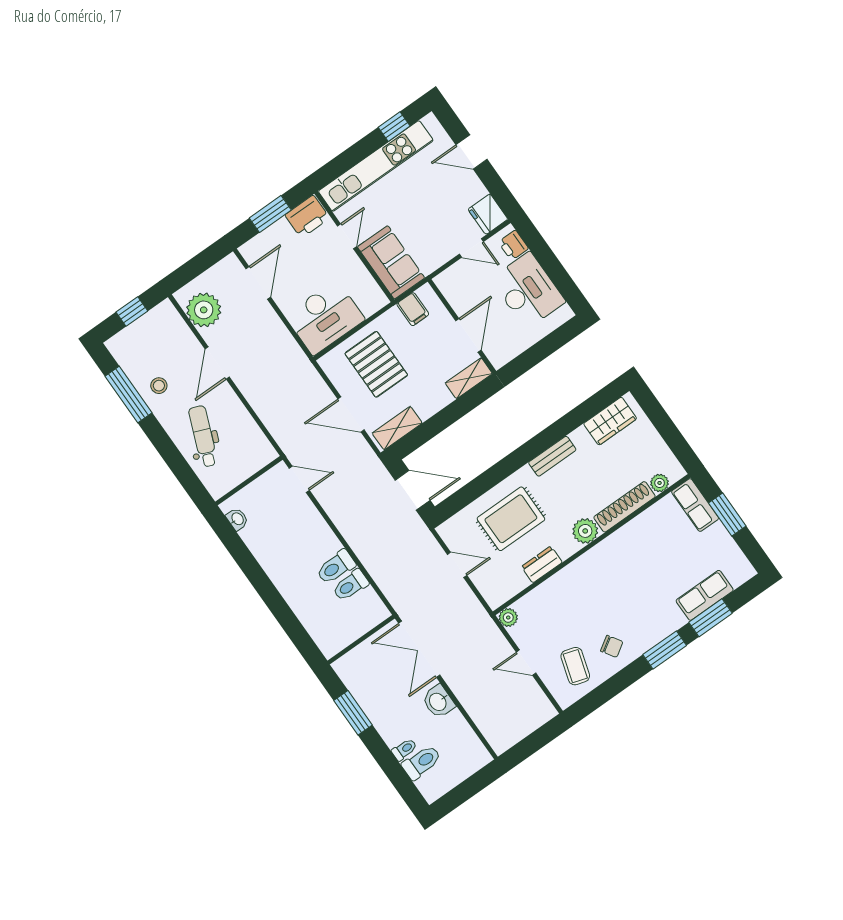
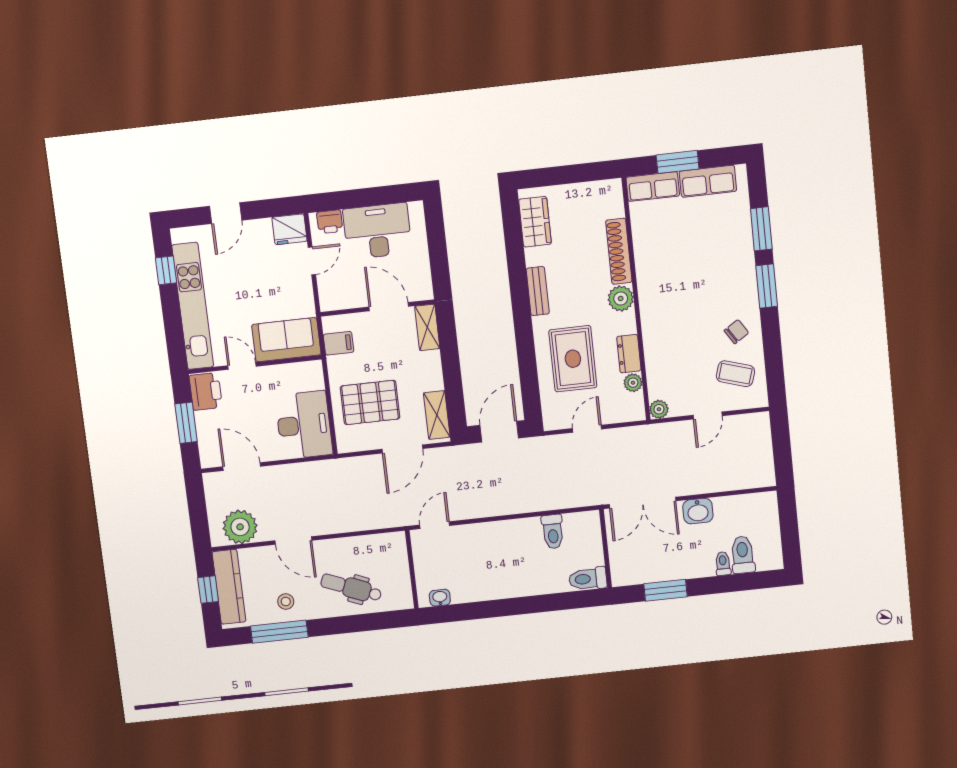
kitchen counter: (145, 329) -> (229, 587), added
plant: (660, 483) -> (633, 383), moved
toilet: (336, 567) -> (588, 579), moved, turned 90
row of seats: (705, 595) -> (708, 181), moved, turned -90

